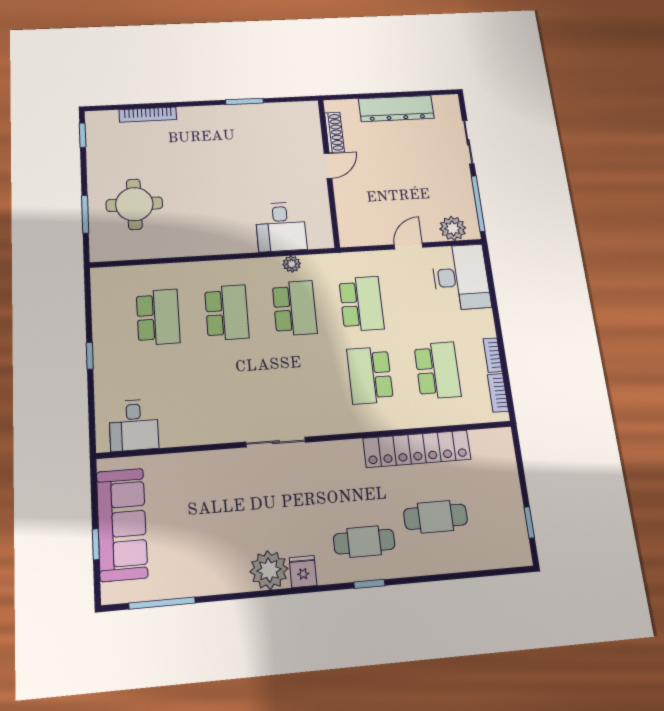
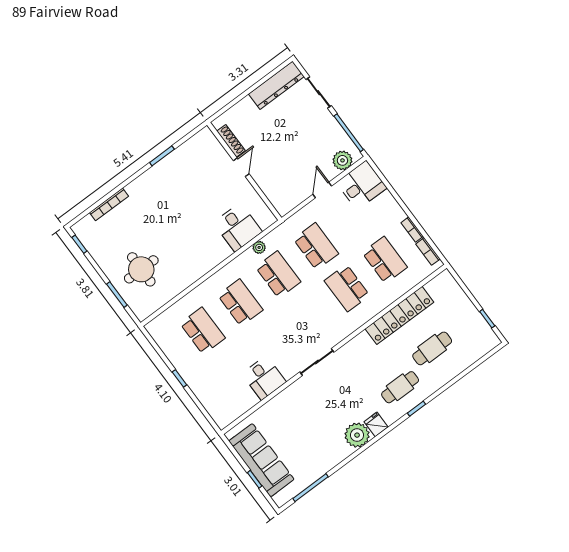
dresser: (396, 108) -> (276, 85), moved
desk: (461, 277) -> (362, 185), width x0.73
desk: (134, 425) -> (264, 378), moved

